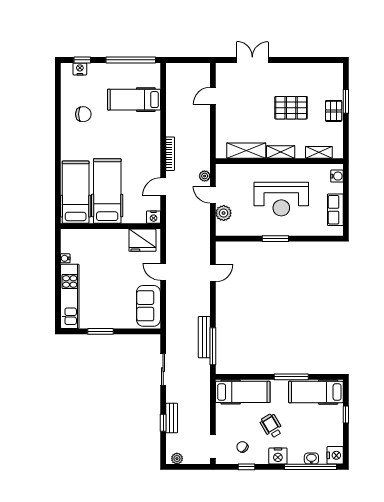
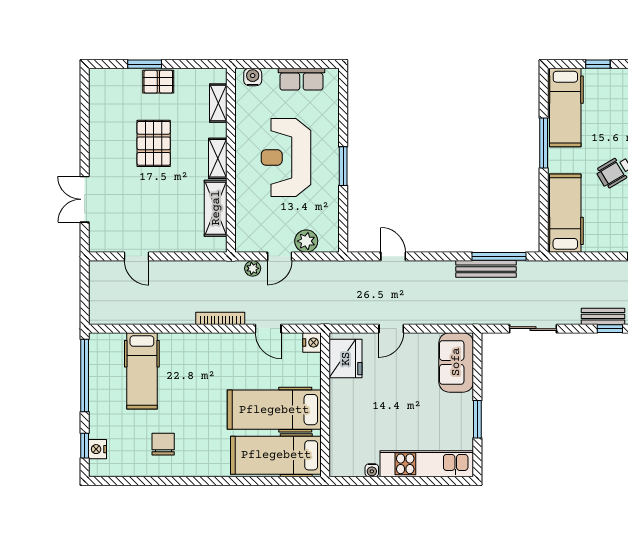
reception desk: (281, 199) -> (286, 157), turned 180
sofa: (148, 306) -> (456, 362), moved, turned 90

